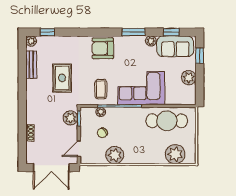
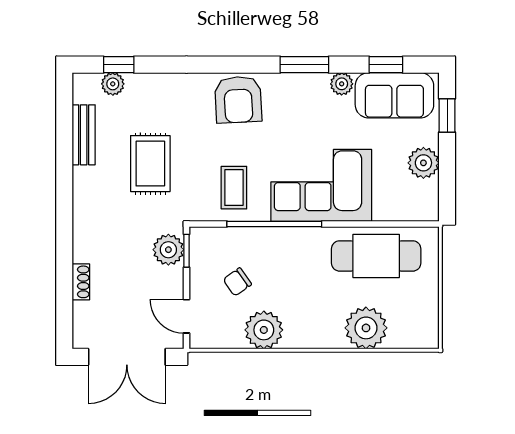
plant: (31, 41) -> (113, 84), moved
armchair: (103, 48) -> (238, 100), turned -93
plant: (101, 112) -> (234, 237), removed
door: (79, 149) -> (187, 316), hinge flipped
plant: (175, 154) -> (366, 328), moved

